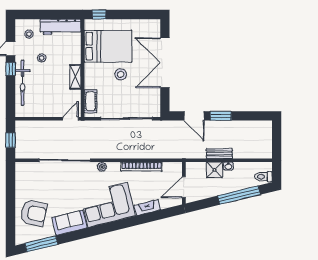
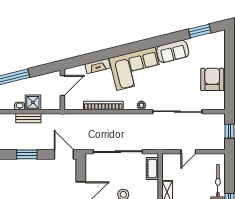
door: (194, 116) -> (64, 154), moved
door: (70, 119) -> (188, 152), moved
armchair: (34, 213) -> (212, 79), moved, turned 78
window: (41, 244) -> (200, 31), width x0.69

